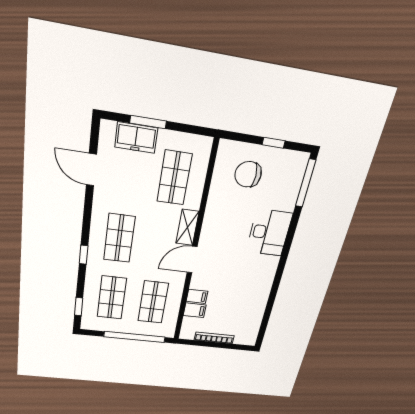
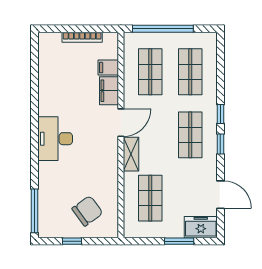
freezer: (136, 138) -> (201, 227), moved
chair: (248, 174) -> (87, 211), turned -36
desk: (269, 233) -> (55, 139), moved
filing cabinet: (197, 296) -> (109, 91), width x2.00
window: (79, 307) -> (220, 144), moved

